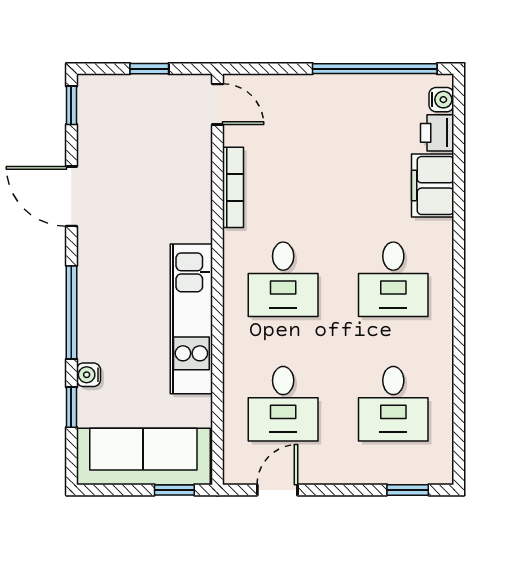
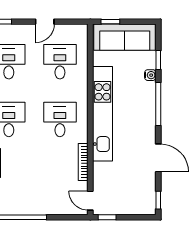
window: (149, 69) -> (107, 217), moved
kitchen unit: (191, 319) -> (103, 114), width x1.36
door: (277, 490) -> (45, 22), moved

